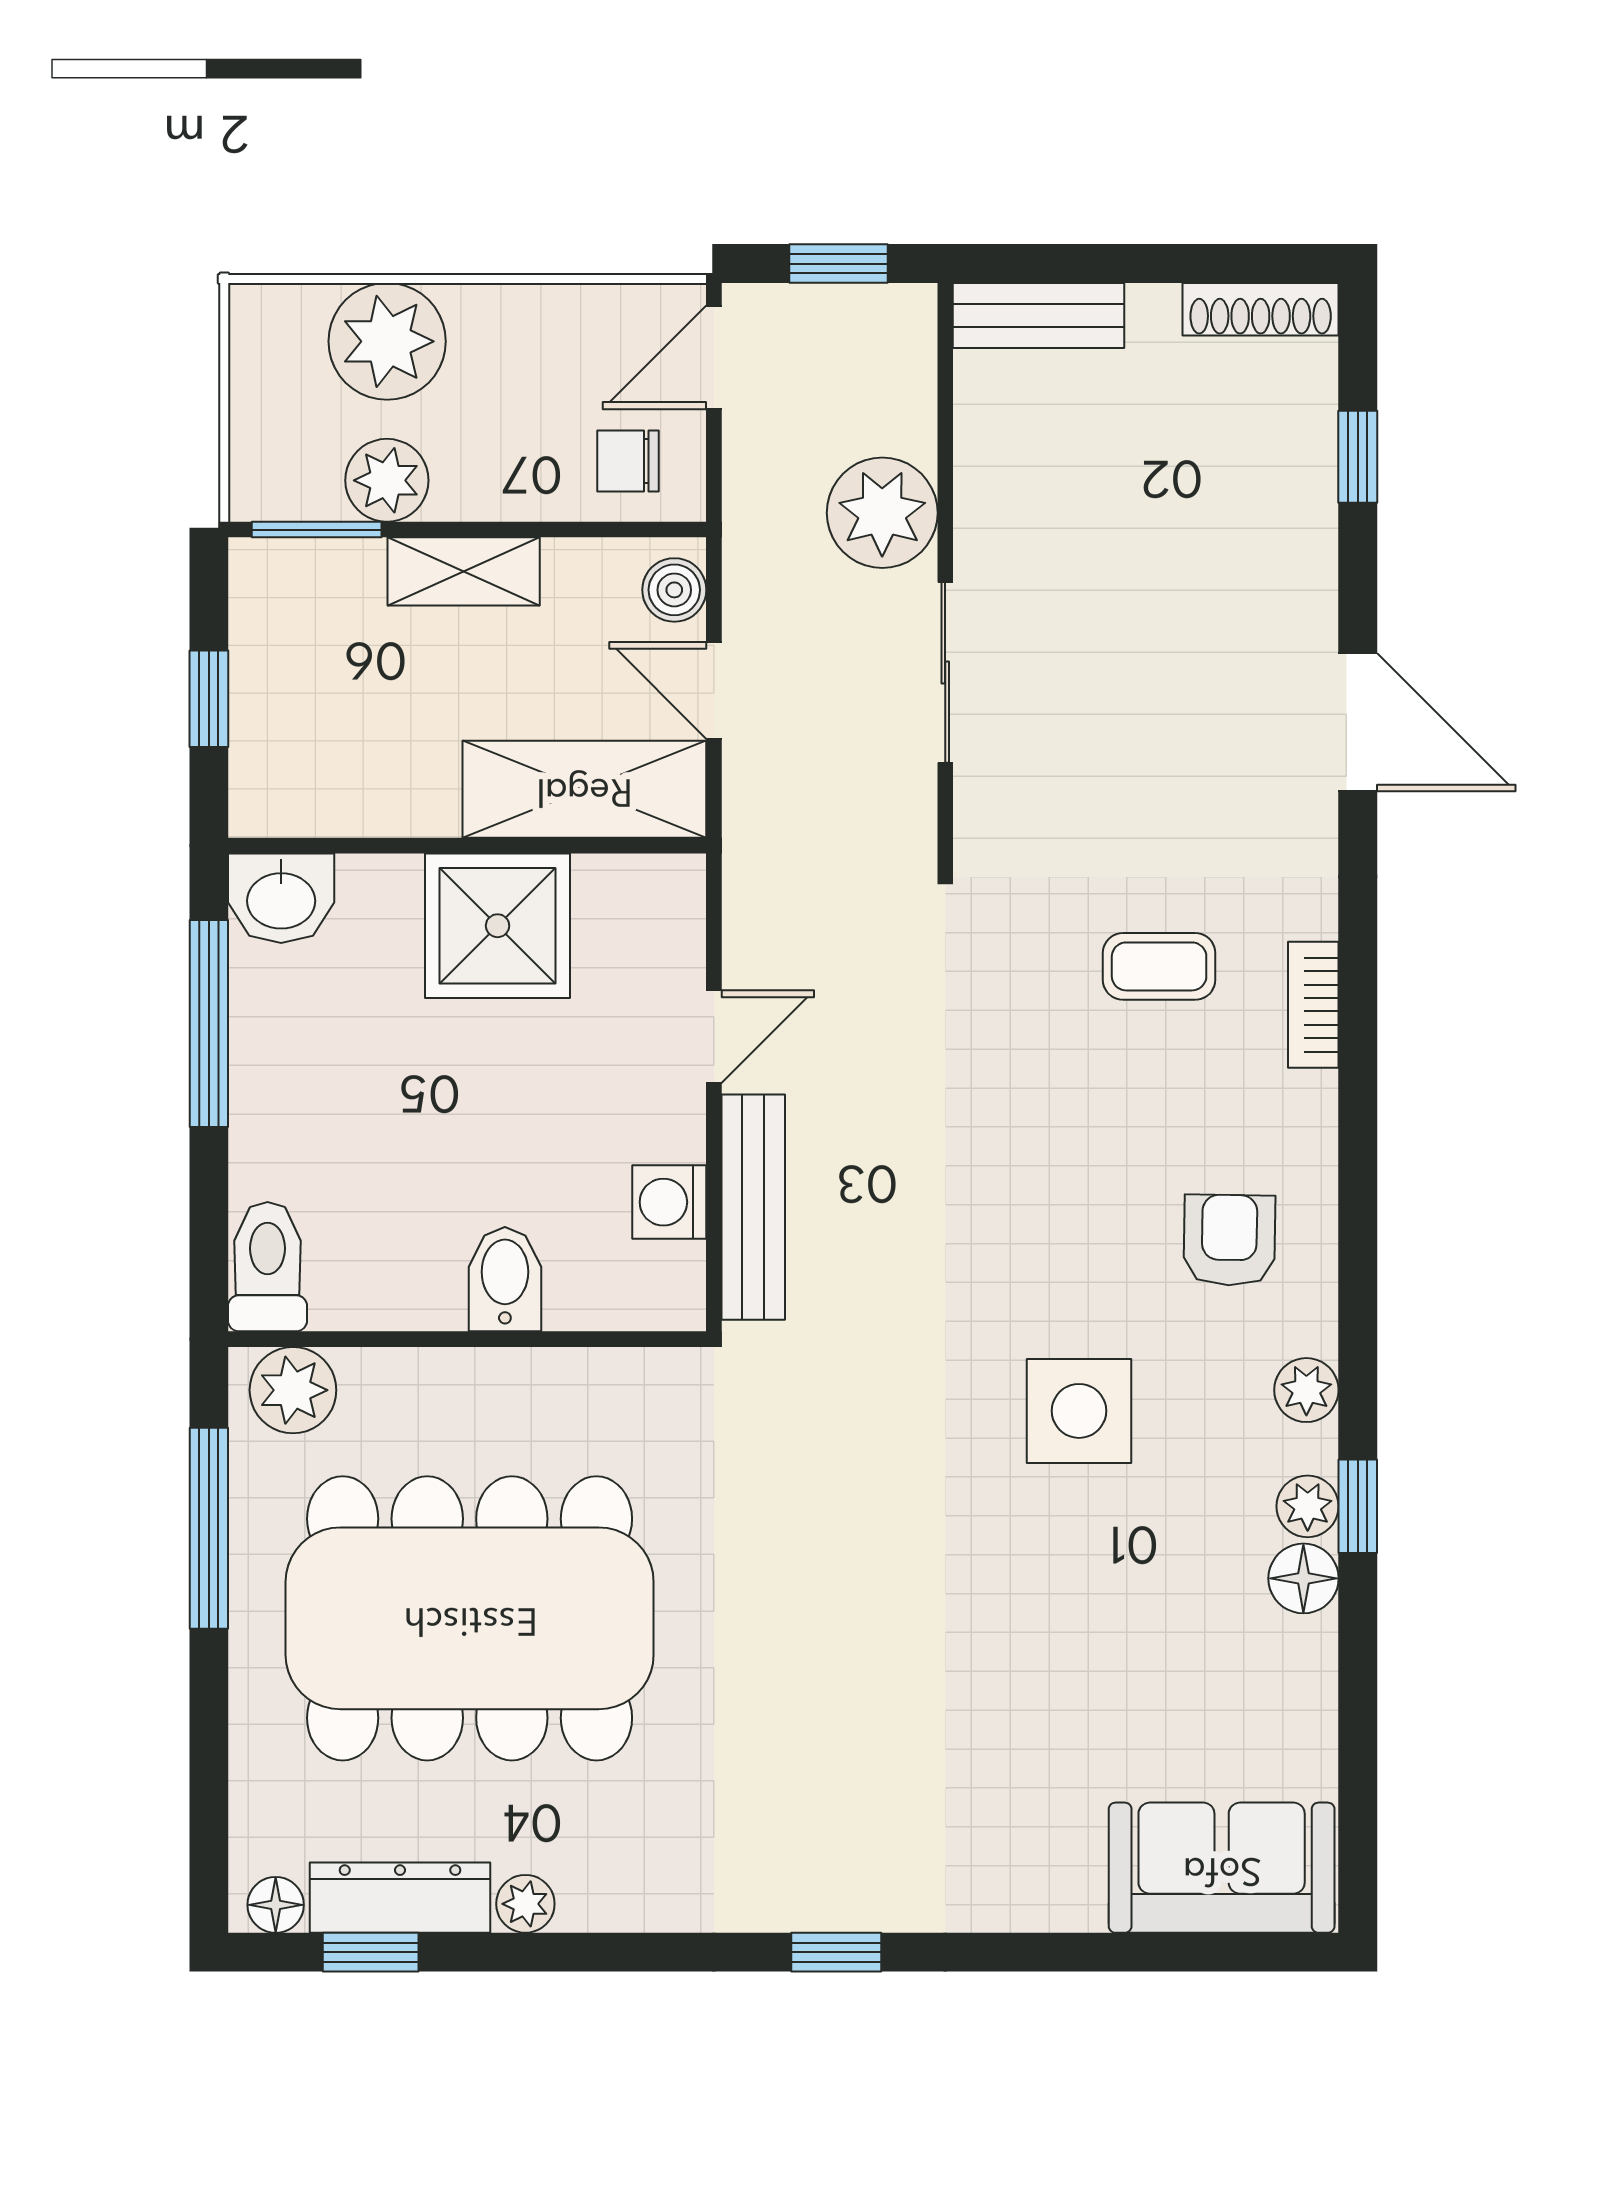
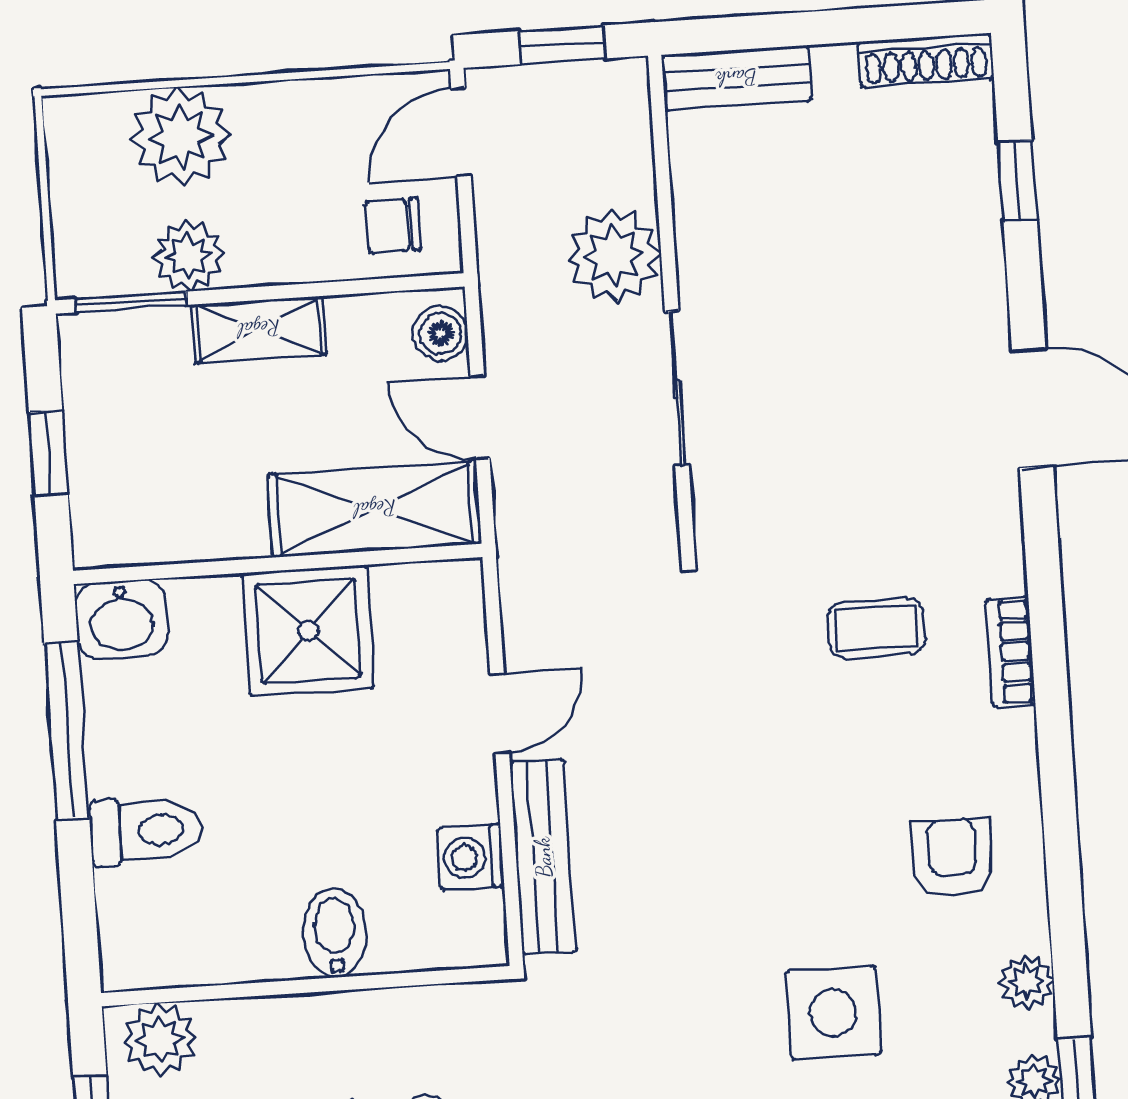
toilet: (268, 1267) -> (146, 831), moved, turned 90

